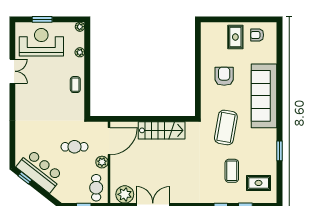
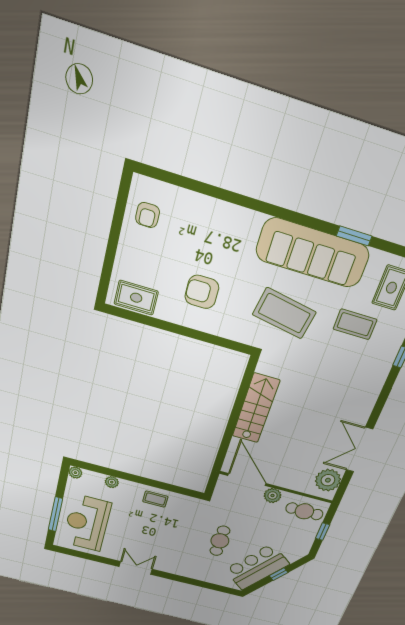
window: (42, 19) -> (55, 514), width x1.44
rug: (235, 37) -> (136, 298), moved
double door: (12, 71) -> (136, 568), moved
sofa: (264, 96) -> (313, 253), moved
cafe table: (74, 147) -> (220, 541), moved
window: (25, 178) -> (279, 574), moved

